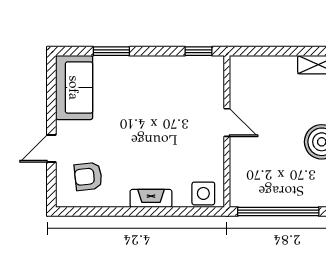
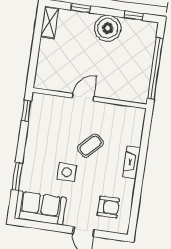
coffee table: (165, 141) -> (90, 146), added
armchair: (88, 176) -> (108, 207), turned -84
side table: (203, 193) -> (67, 172), moved

